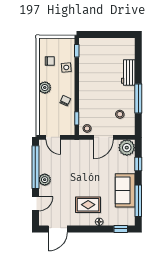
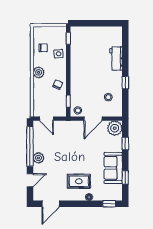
window: (138, 99) -> (125, 83), width x0.46
window: (138, 201) -> (125, 178), width x0.46

